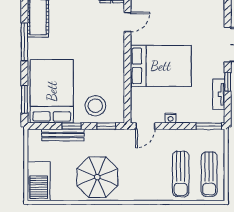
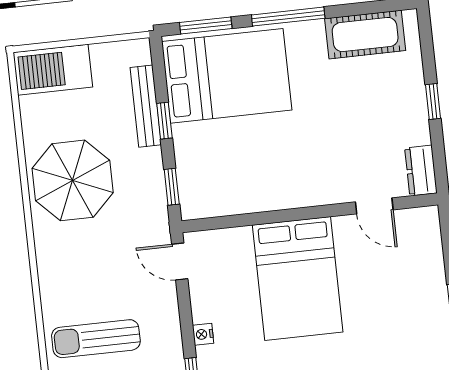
window: (24, 42) -> (288, 17), moved
stool: (95, 106) -> (208, 162), removed
nightstand: (171, 118) -> (203, 334), moved

